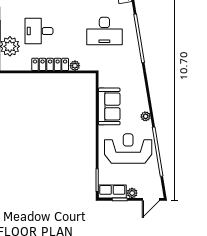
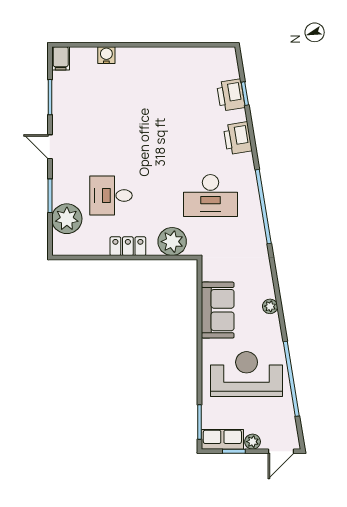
locker: (50, 64) -> (128, 246), width x0.66
plant: (75, 66) -> (172, 242), width x1.87, depth x1.87
plant: (146, 116) -> (270, 306), moved

